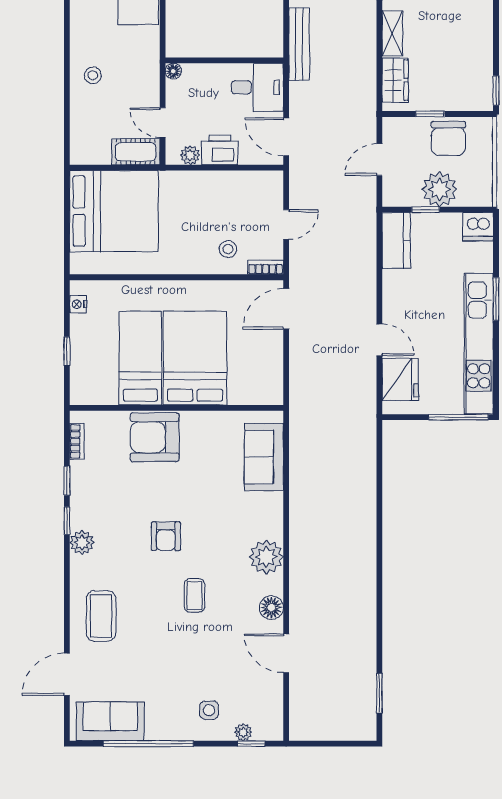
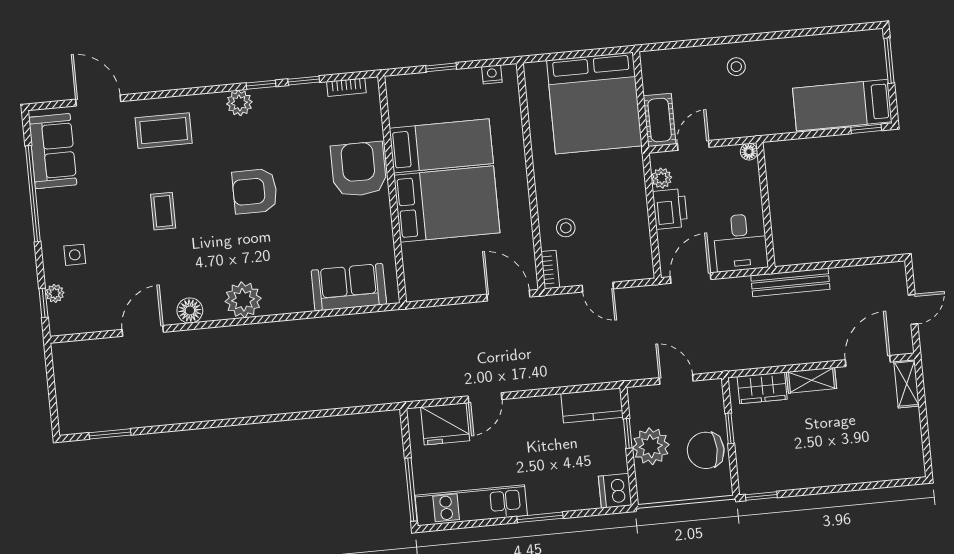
kitchen unit: (479, 344) -> (471, 505), width x0.73
armchair: (166, 536) -> (255, 191), width x1.38, depth x1.38
coffee table: (194, 596) -> (163, 211), moved, turned 90

